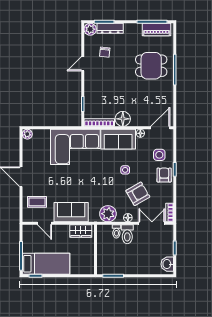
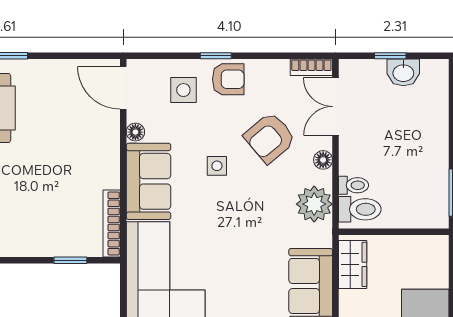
floor lamp: (123, 119) -> (103, 171), removed
armchair: (164, 175) -> (228, 79), turned 180
armchair: (138, 194) -> (270, 138), turned -100
toilet: (127, 234) -> (360, 209), moved
washbasin: (167, 264) -> (403, 72), moved

